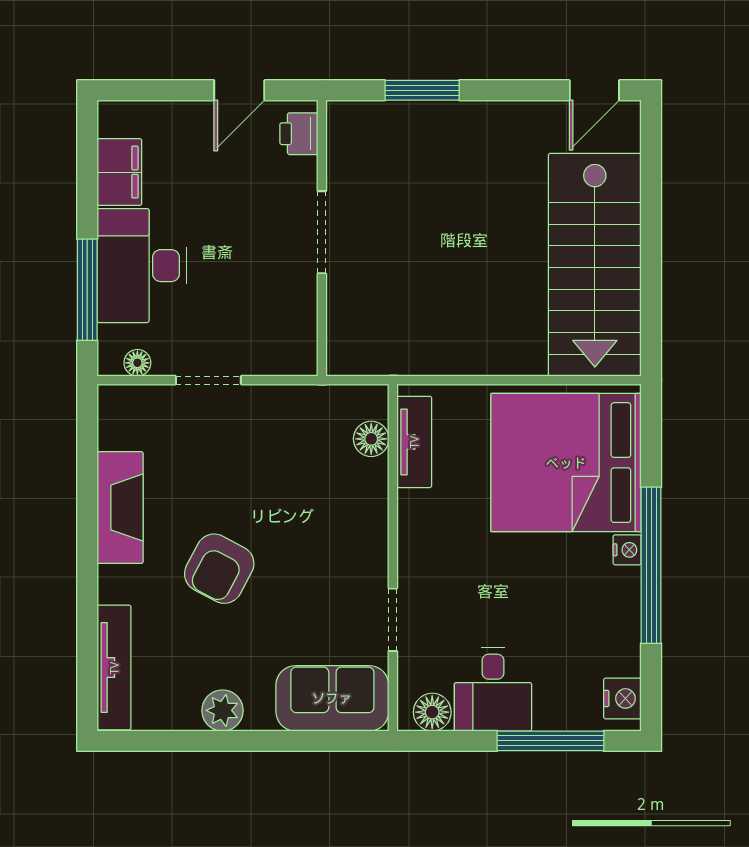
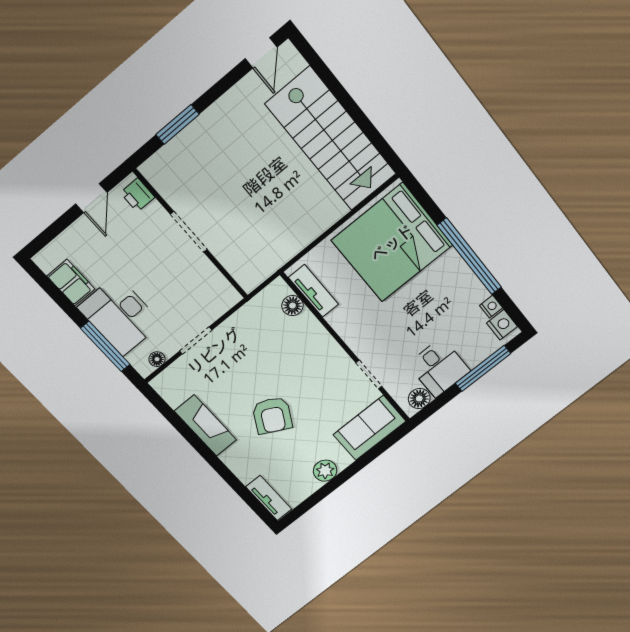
nightstand: (627, 550) -> (491, 307), moved
tv unit: (114, 668) -> (269, 498), width x0.71

